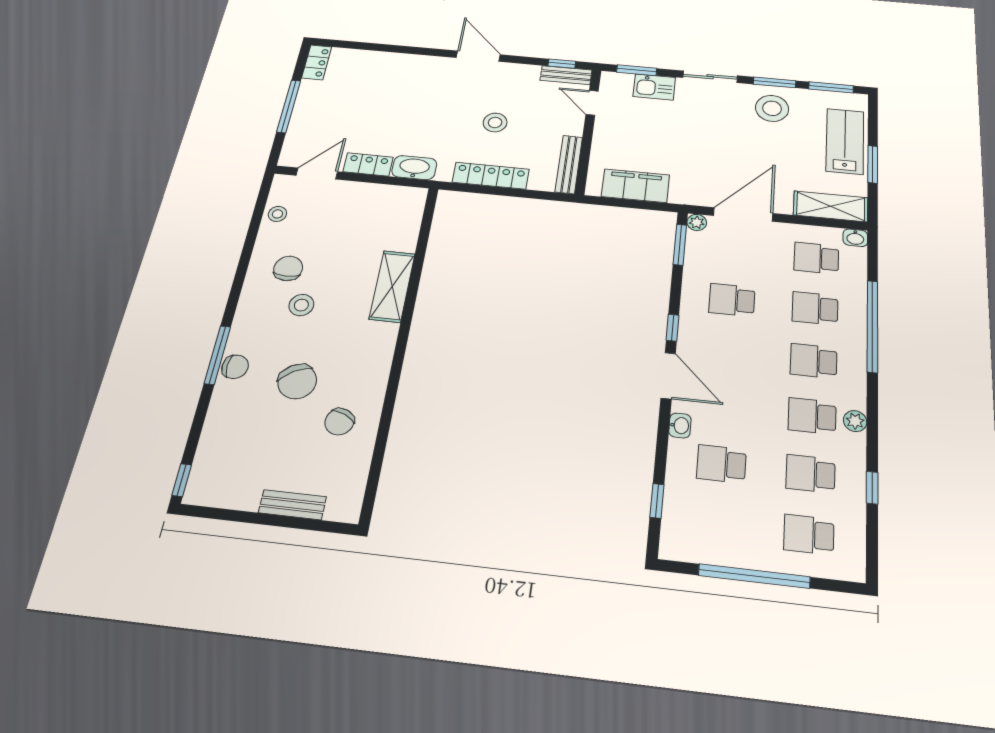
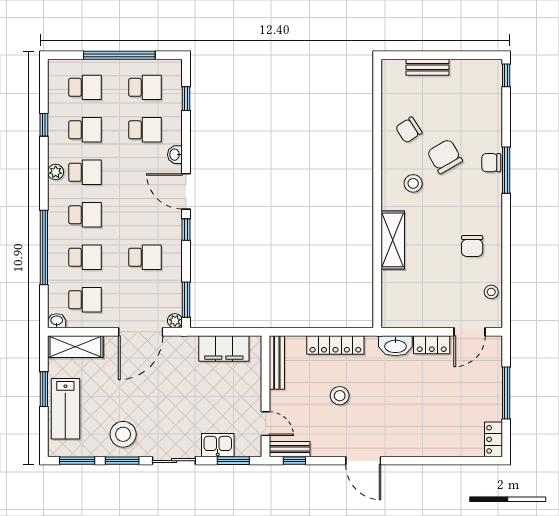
stool: (301, 305) -> (413, 183), moved
chair: (339, 422) -> (409, 130), turned -147
school desk: (718, 524) -> (145, 87), added

